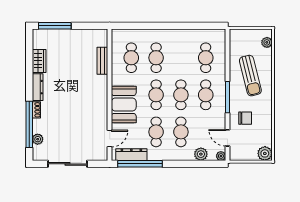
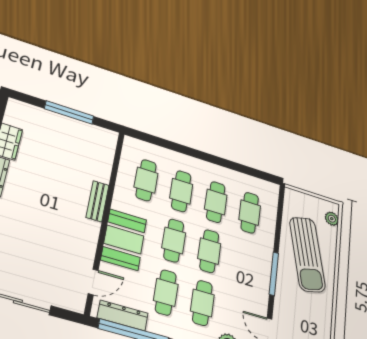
window: (55, 26) -> (69, 112), moved
bench: (102, 61) -> (97, 201), moved
sun lounger: (250, 76) -> (307, 254), width x1.36, depth x1.34
cafe table: (206, 95) -> (216, 202), moved
chair: (245, 118) -> (295, 310), removed

